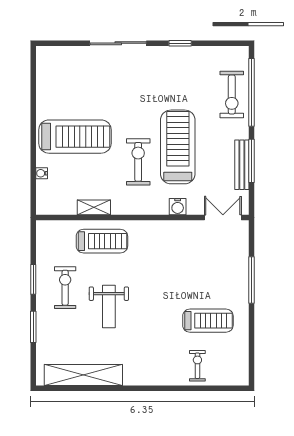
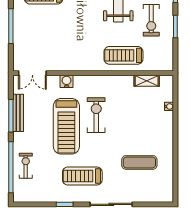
exercise bike: (232, 94) -> (26, 166), width x0.73, depth x0.72
exercise mat: (81, 99) -> (139, 162), added
treadmill: (75, 137) -> (82, 176), moved, width x0.73, depth x0.73
exercise bike: (138, 162) -> (96, 115), turned 180
shelving: (94, 207) -> (147, 81), moved

